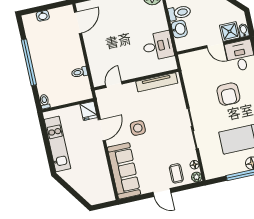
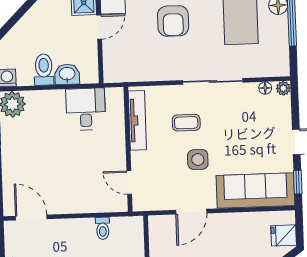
armchair: (228, 94) -> (173, 21), turned 90
fridge: (89, 111) -> (284, 235), moved, turned 180
door: (102, 130) -> (191, 212), swing flipped
coffee table: (176, 173) -> (186, 123), moved
window: (135, 198) -> (298, 182), added

